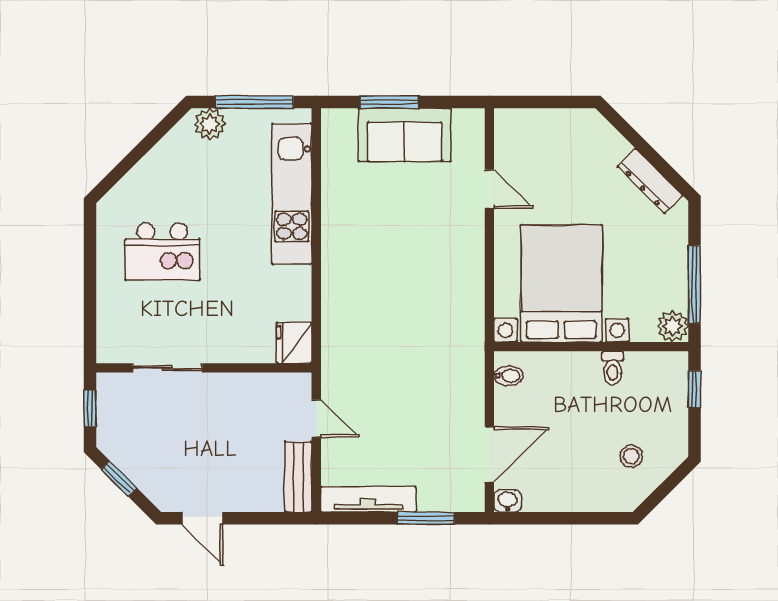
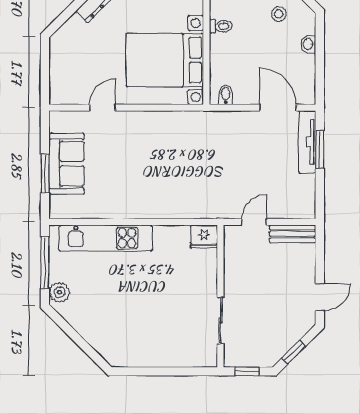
kitchen island: (162, 252) -> (144, 324), removed
tv unit: (368, 499) -> (307, 142), moved
washbasin: (508, 501) -> (308, 44), moved

